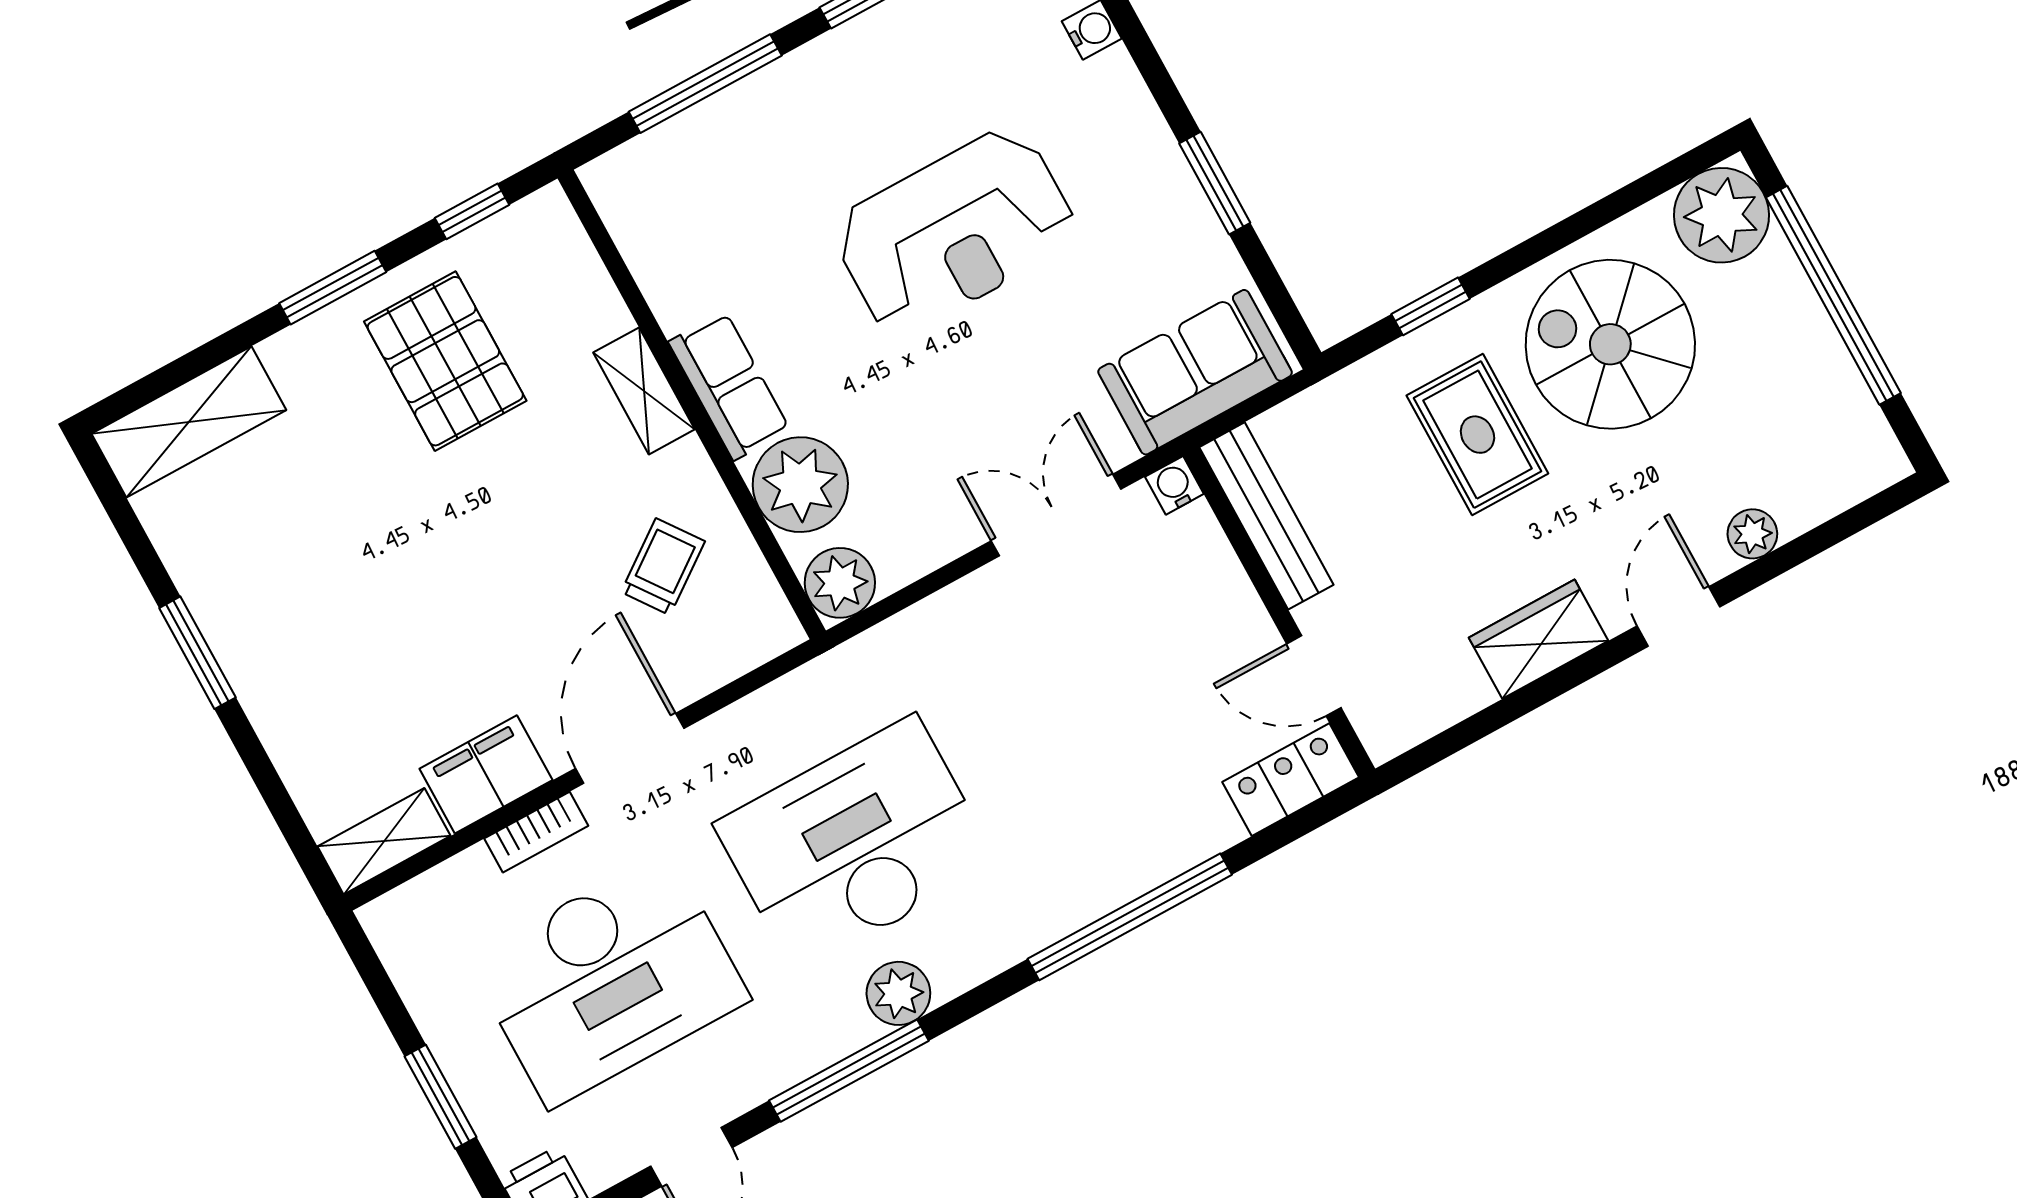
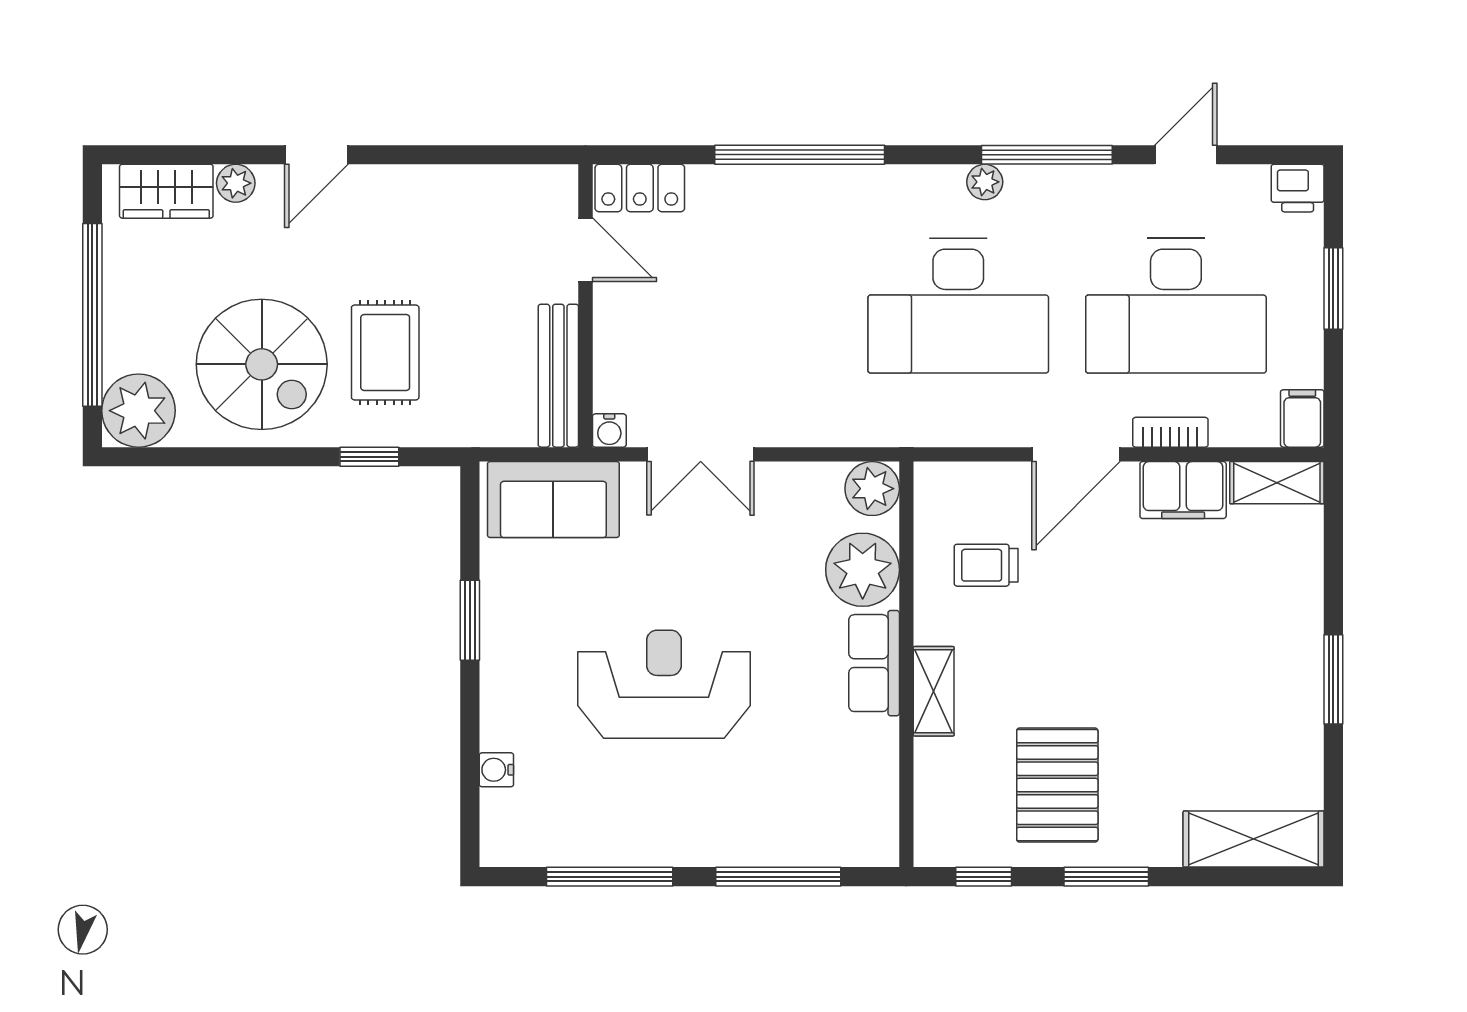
trolley: (663, 567) -> (986, 565), turned 36
wardrobe: (1538, 639) -> (166, 191), moved
filing cabinet: (395, 930) -> (1302, 418), added
desk: (609, 979) -> (1176, 306), turned 180
plant: (898, 993) -> (985, 182), width x0.73, depth x0.73

